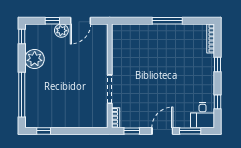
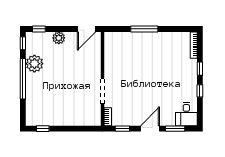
window: (52, 21) -> (39, 29), moved
door: (81, 21) -> (87, 29), moved
window: (167, 21) -> (144, 29), moved
window: (22, 95) -> (23, 79), moved
window: (218, 102) -> (200, 91), moved

